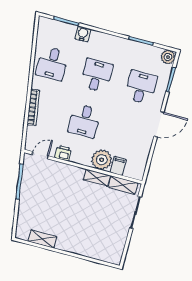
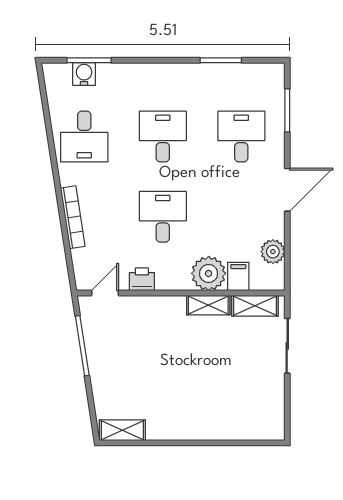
water cooler: (83, 34) -> (84, 74), moved
plant: (168, 57) -> (273, 252), moved
desk: (84, 121) -> (163, 217), turned 180
shelving: (42, 239) -> (122, 430), moved

